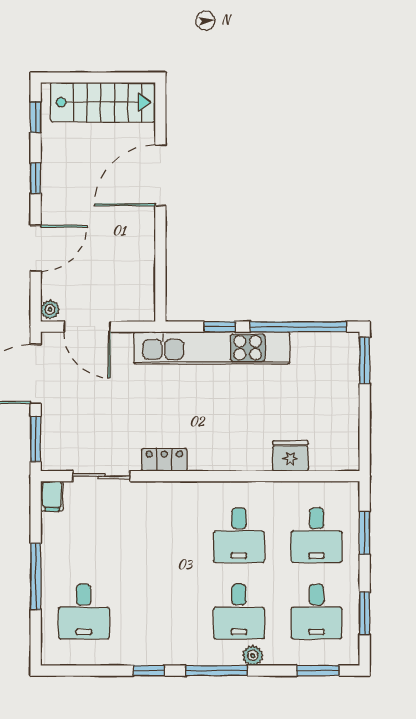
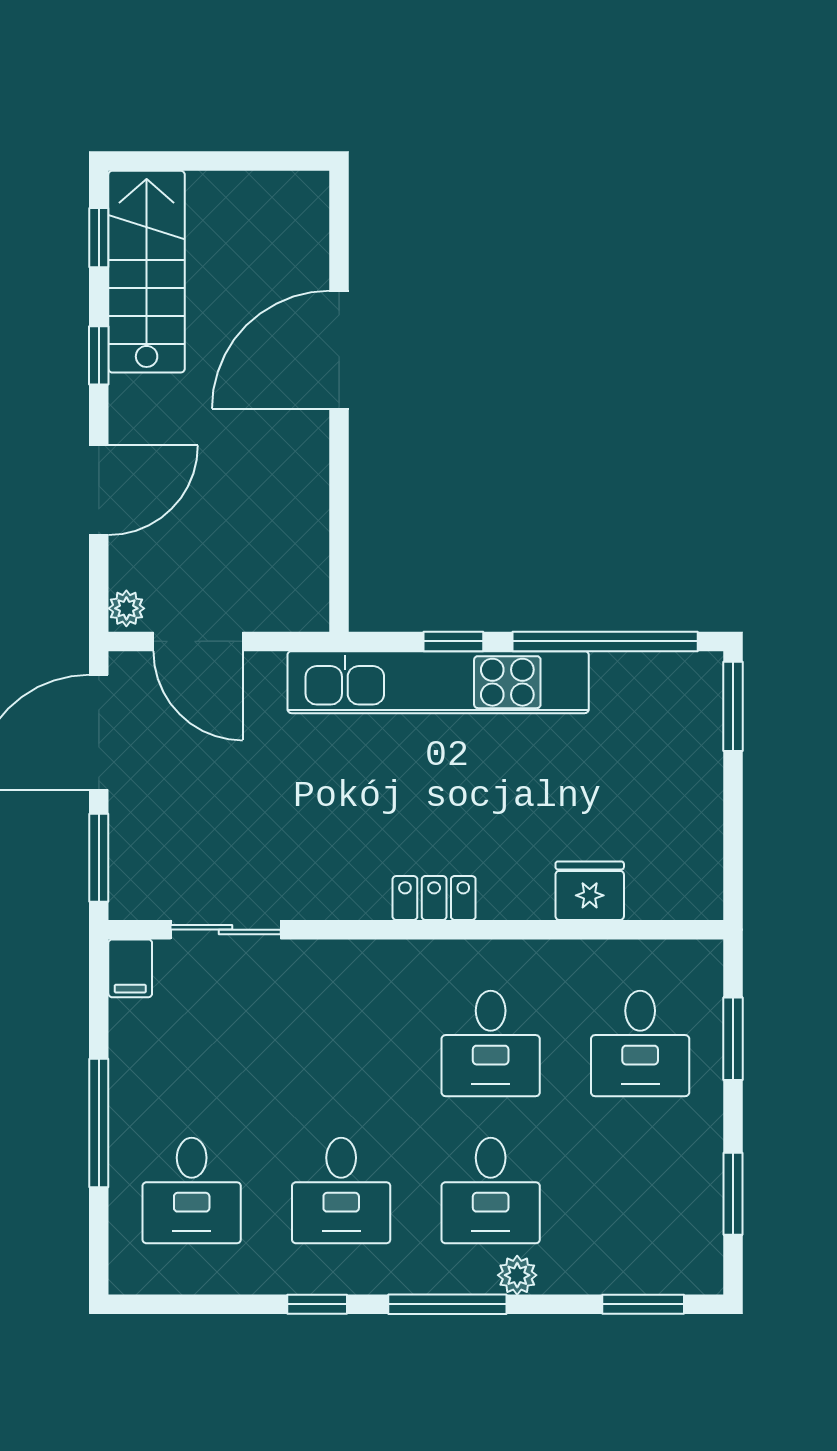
stairs: (103, 102) -> (147, 272), moved, turned -90
locker: (164, 460) -> (434, 898), moved
desk: (316, 612) -> (341, 1191), moved

